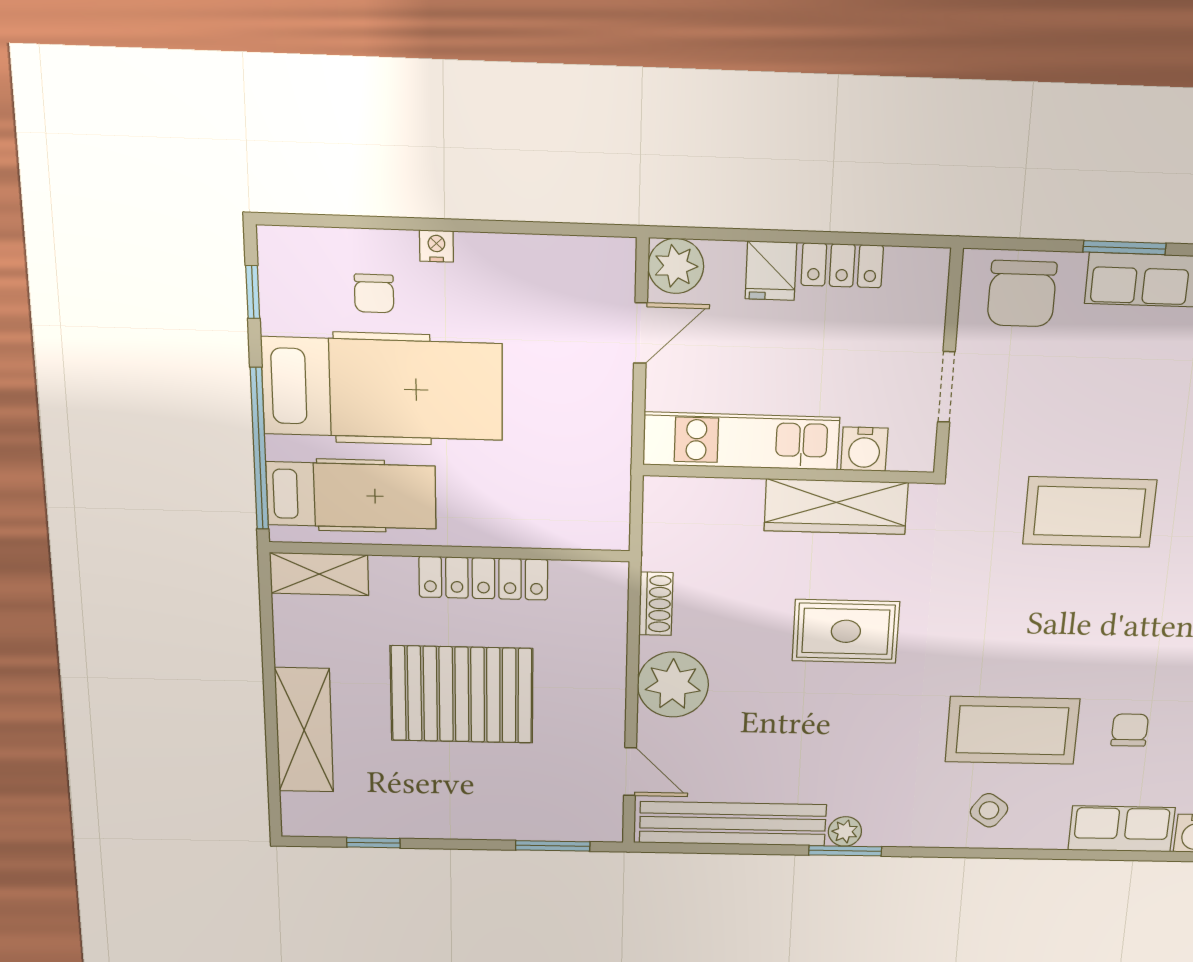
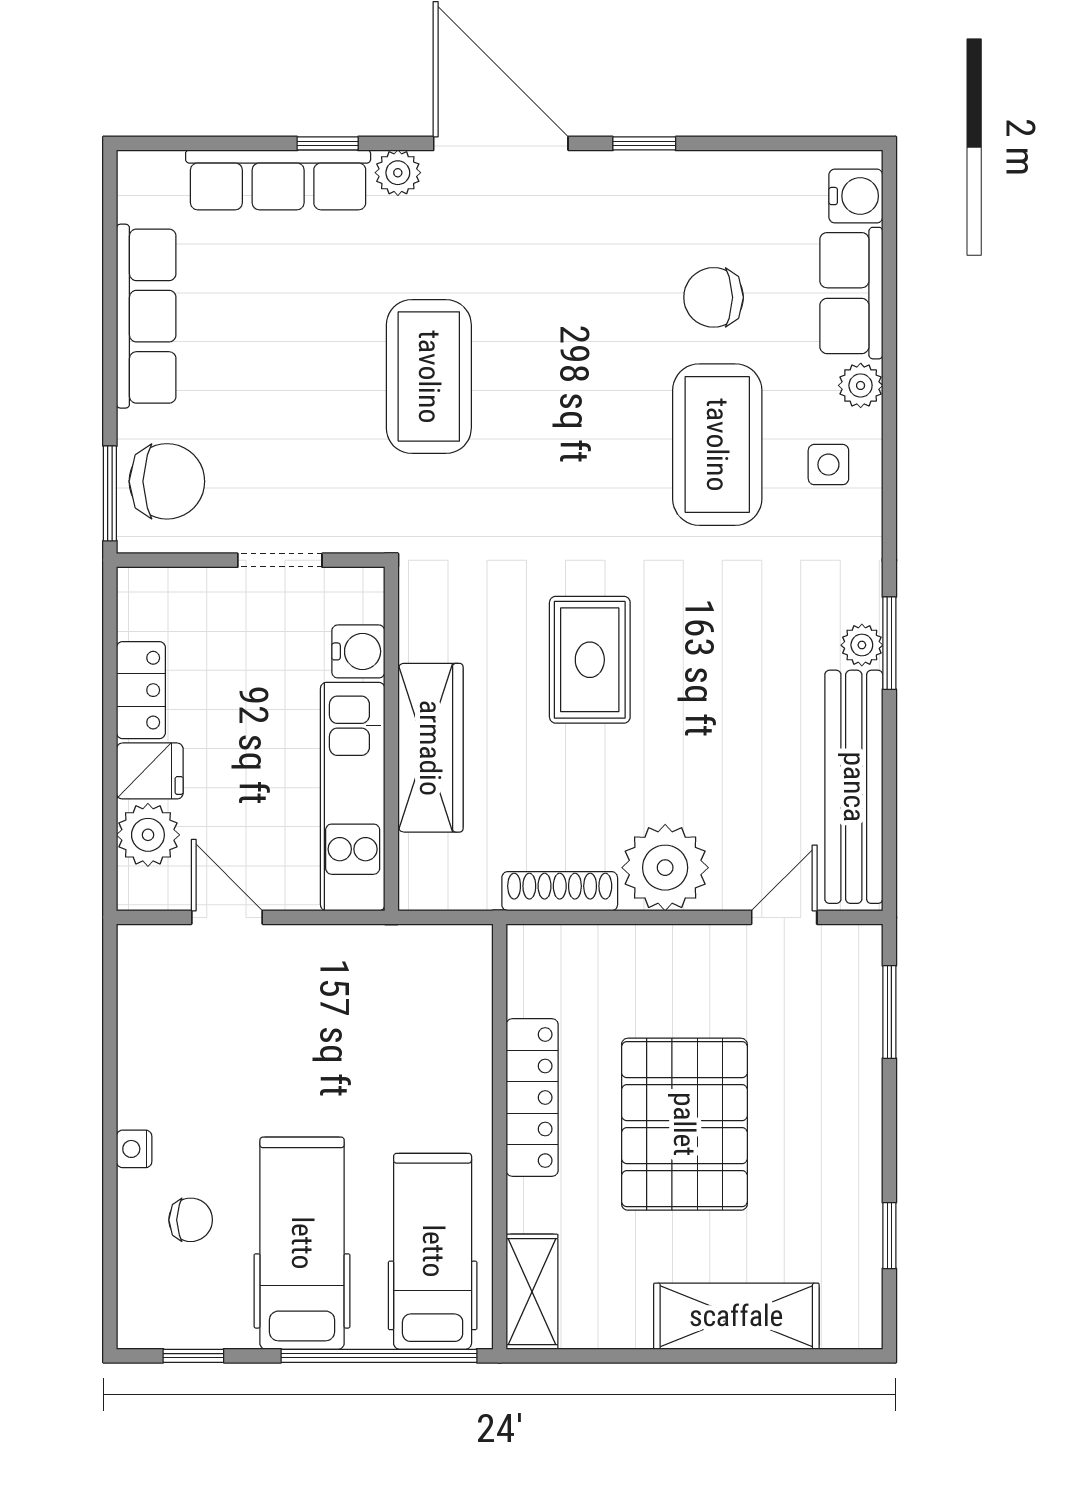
window: (1125, 248) -> (110, 493), moved
plant: (676, 266) -> (148, 835), moved
hospital bed: (383, 389) -> (302, 1243), width x0.73, depth x0.78
wardrobe: (836, 507) -> (430, 748), moved
shoe rack: (656, 604) -> (560, 891), width x1.43
chair: (1130, 730) -> (714, 297), width x1.37, depth x1.37
side table: (989, 810) -> (828, 465), turned -35
plant: (1049, 834) -> (861, 385), added

